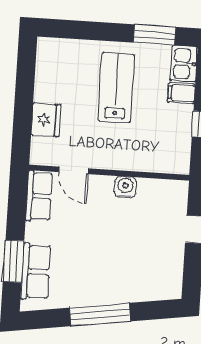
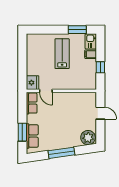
fridge: (46, 120) -> (32, 83), moved
water cooler: (125, 187) -> (69, 97), removed
plant: (163, 284) -> (88, 138), added

